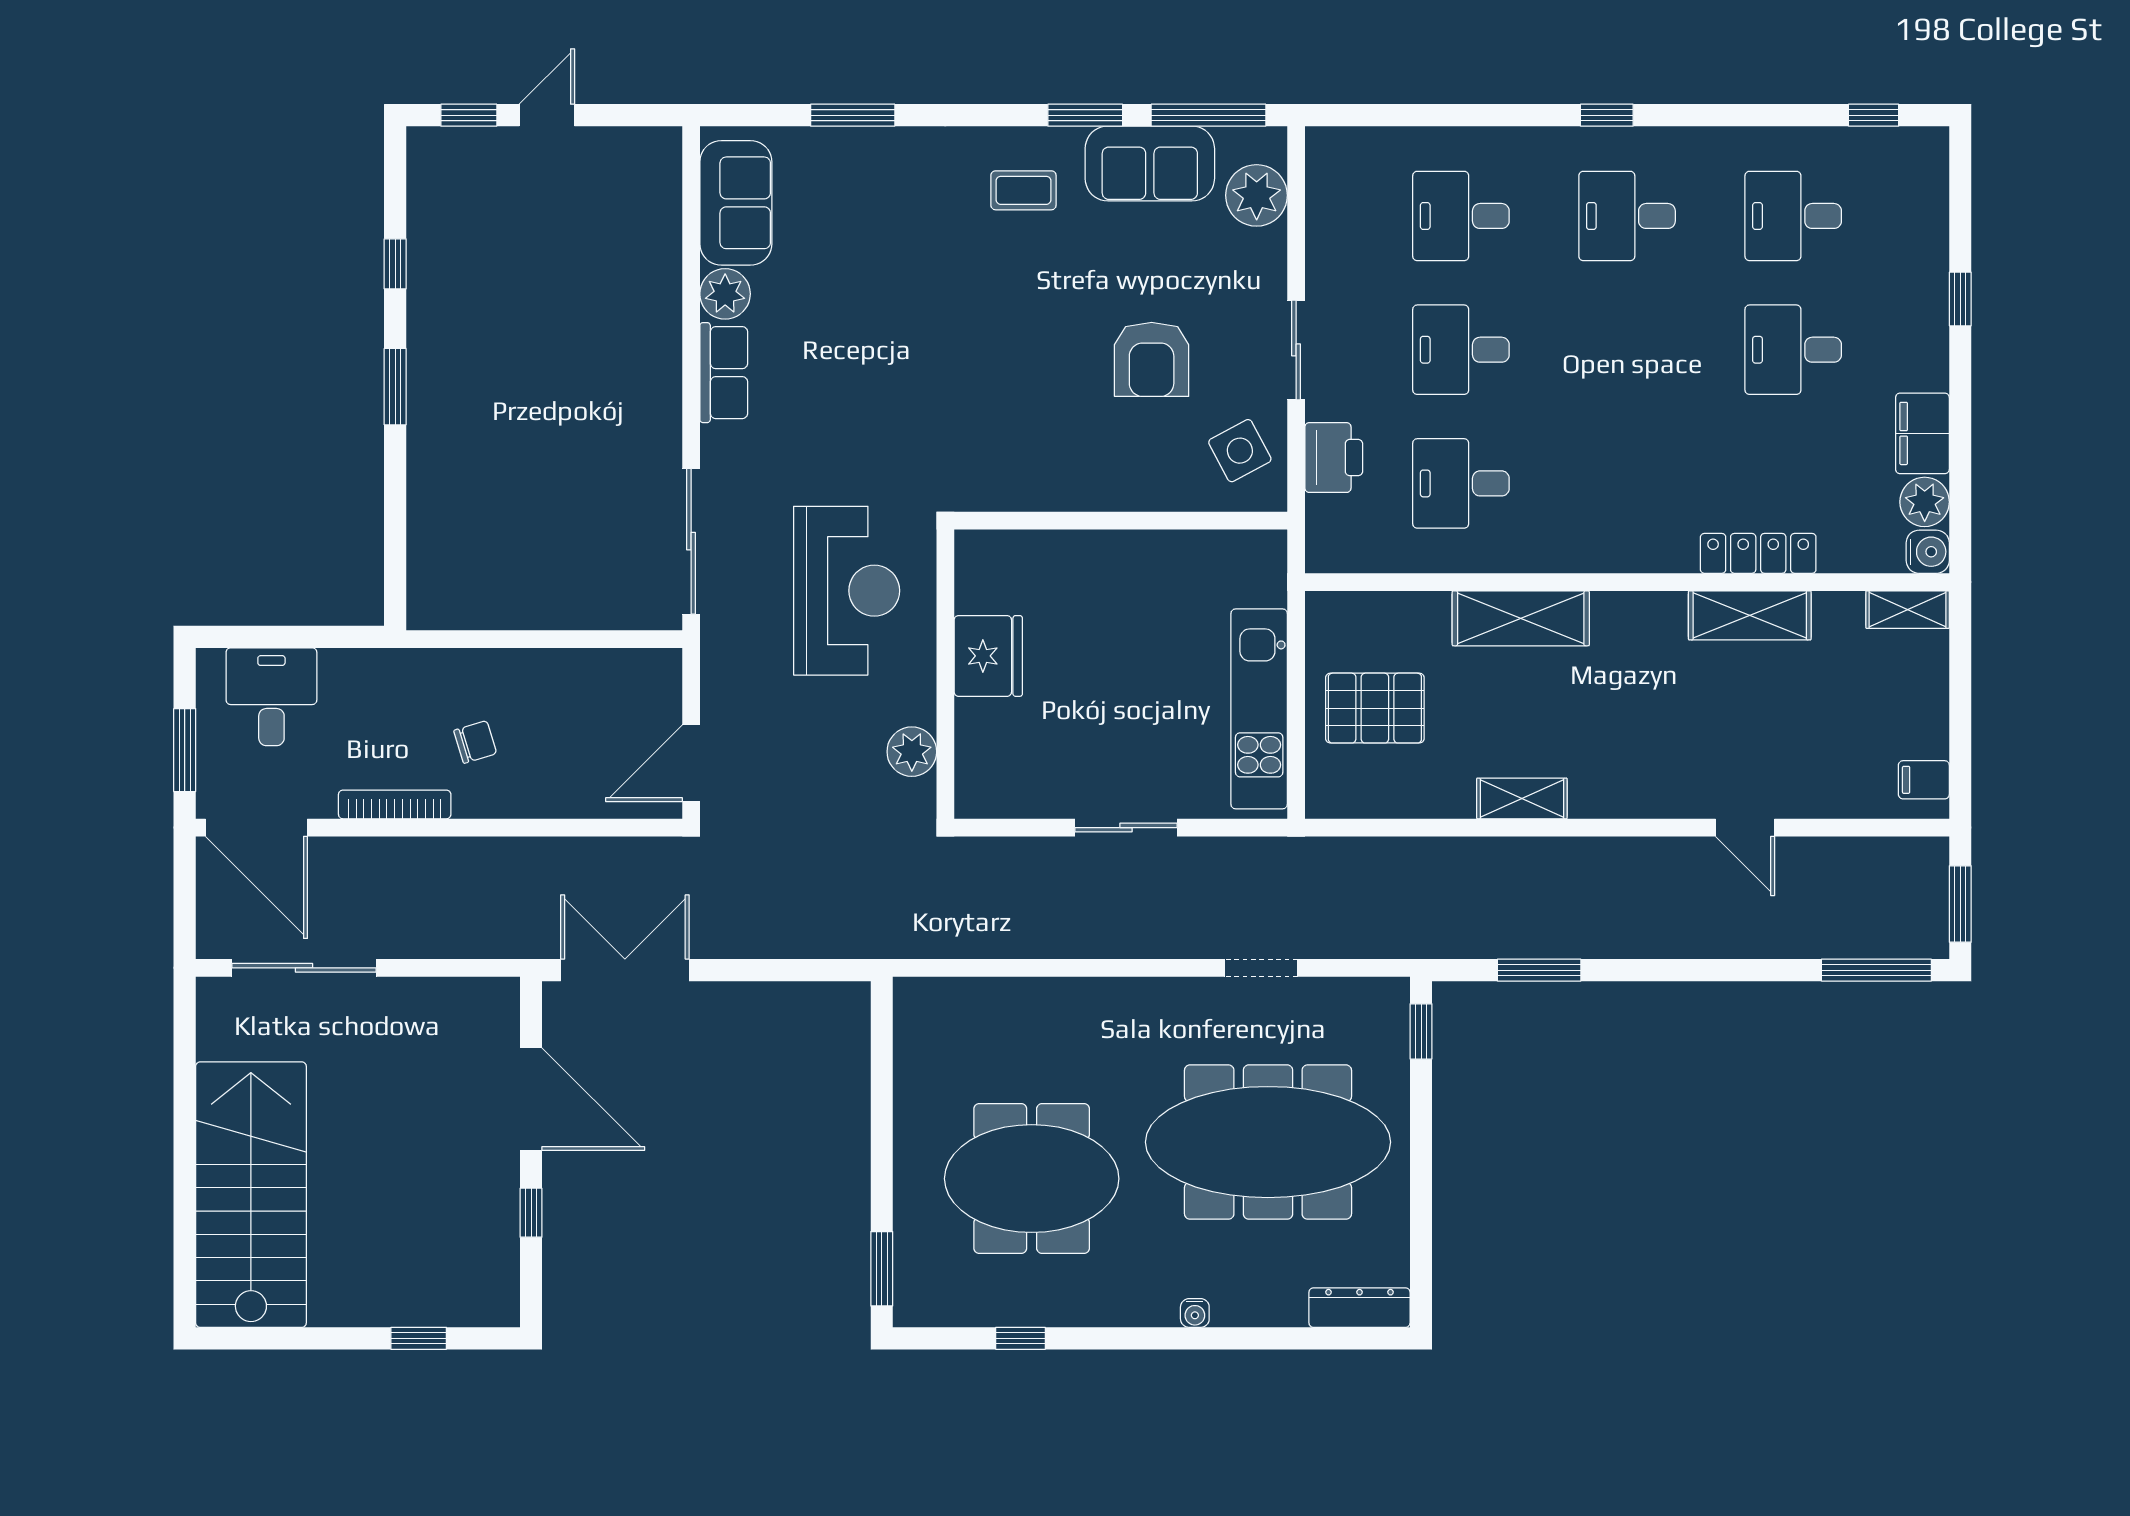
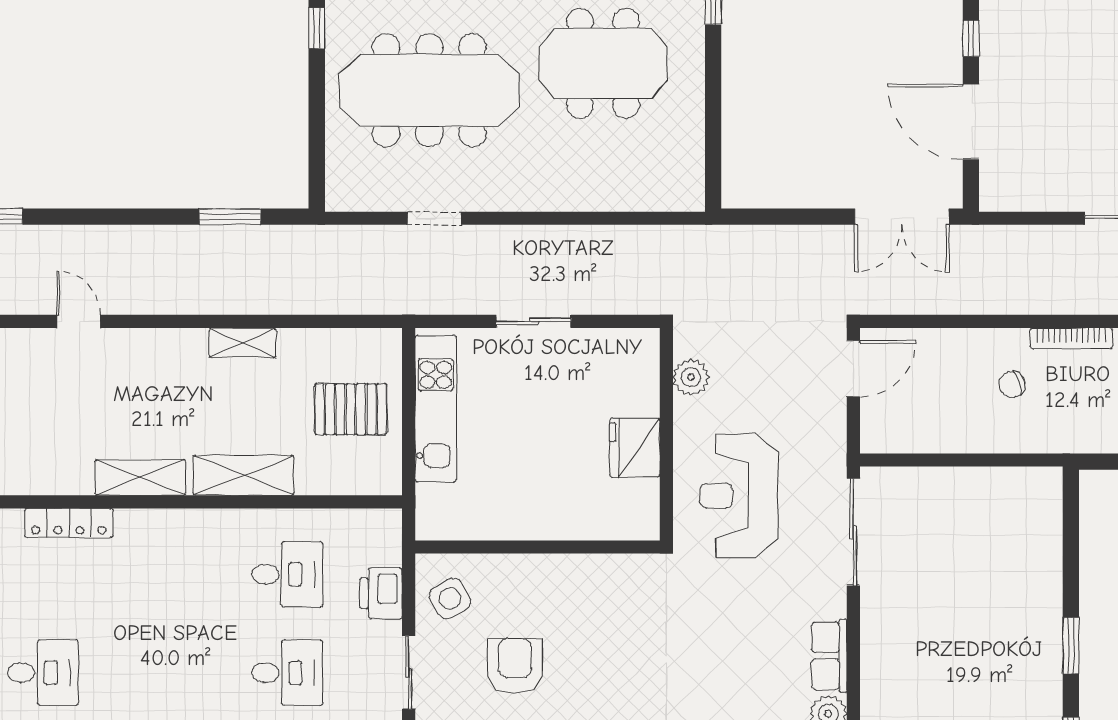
shelving: (1750, 615) -> (140, 477), moved
window: (1421, 1031) -> (317, 28), moved

